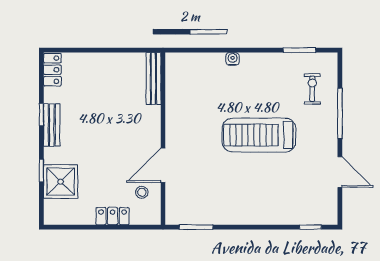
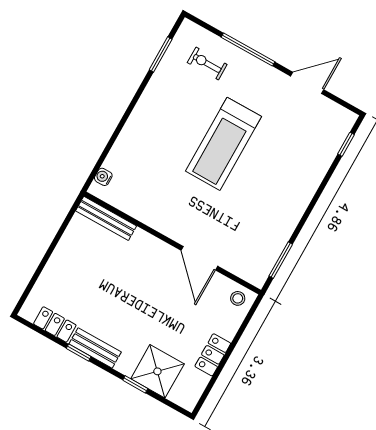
water cooler: (233, 59) -> (103, 177), moved
locker: (52, 70) -> (55, 324), moved
stool: (142, 192) -> (238, 298), moved
locker: (113, 216) -> (213, 355), moved

